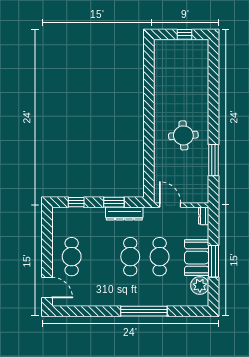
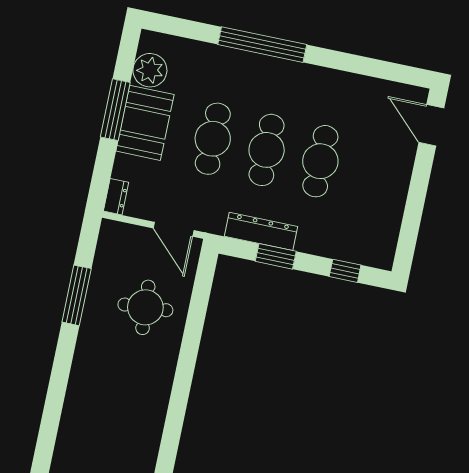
round table: (183, 135) -> (145, 307), moved
cafe table: (72, 257) -> (320, 161), moved

